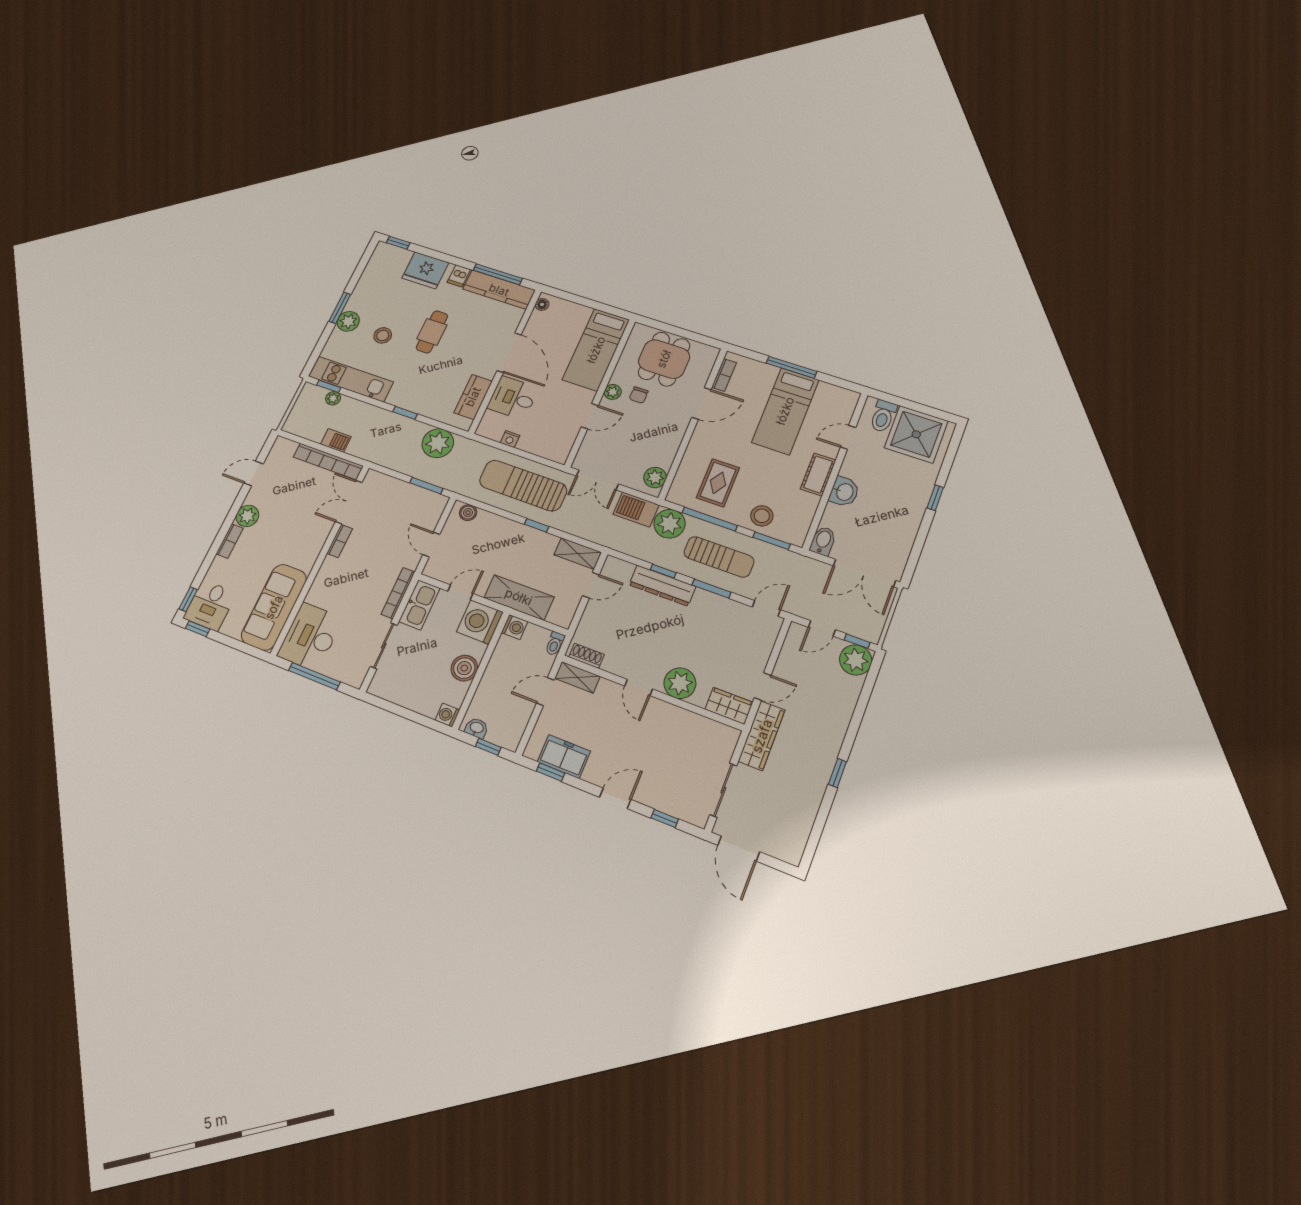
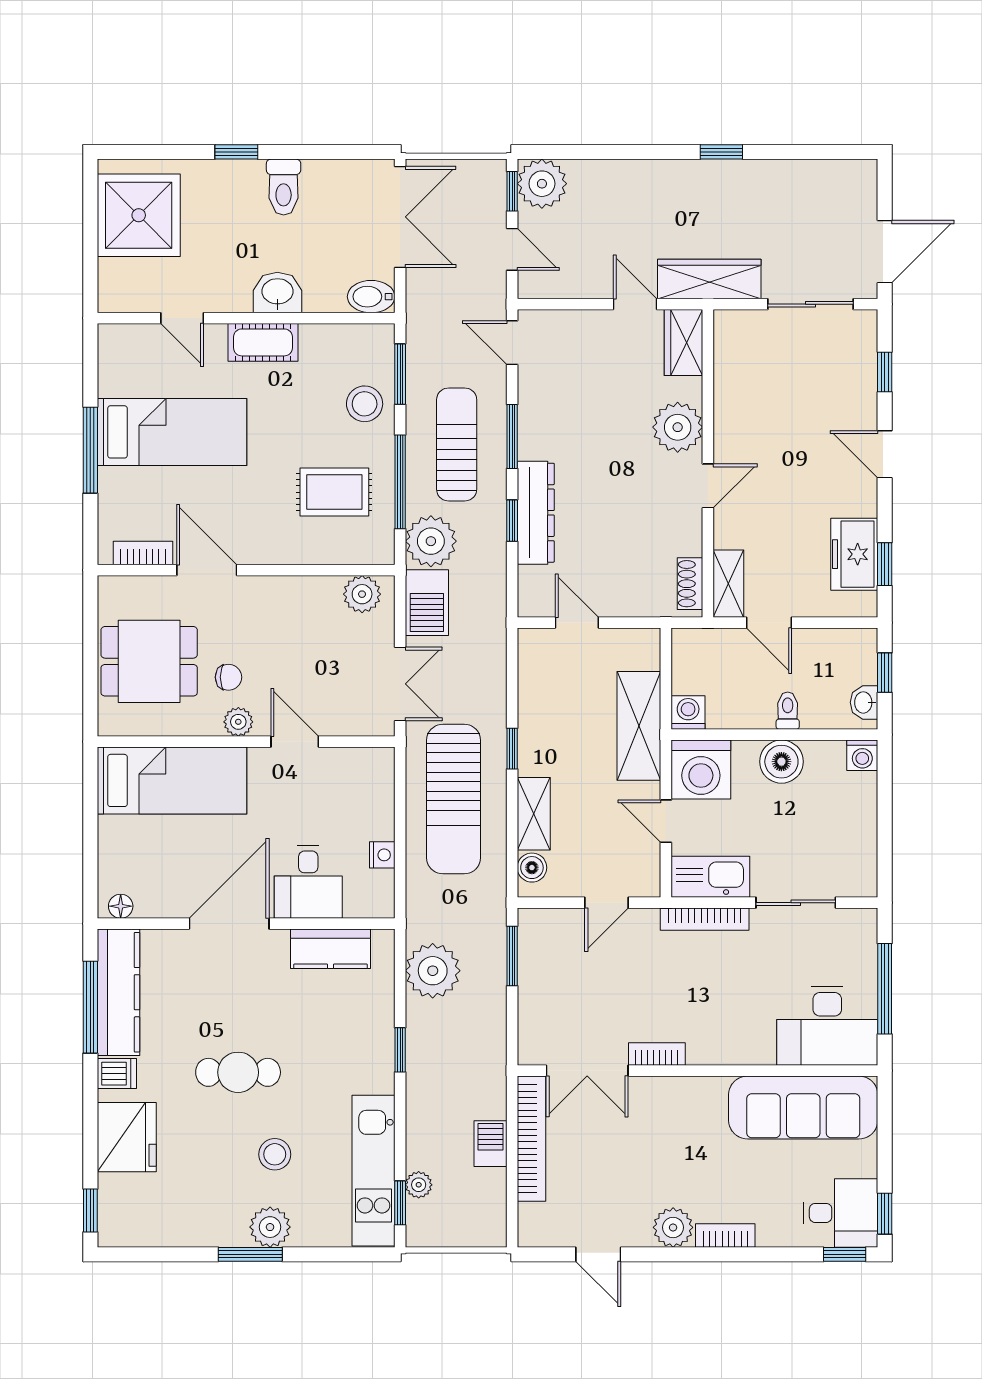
toilet: (883, 416) -> (284, 187), moved, turned 90
shelving: (578, 554) -> (534, 814), moved
toilet: (555, 644) -> (788, 711), moved, turned -90

